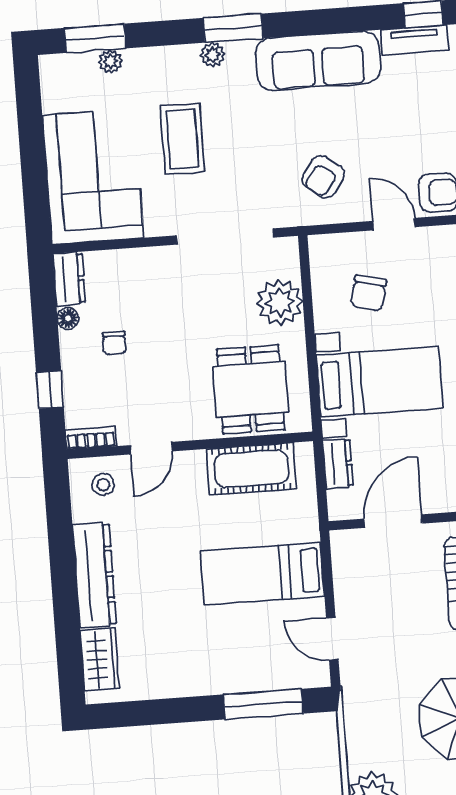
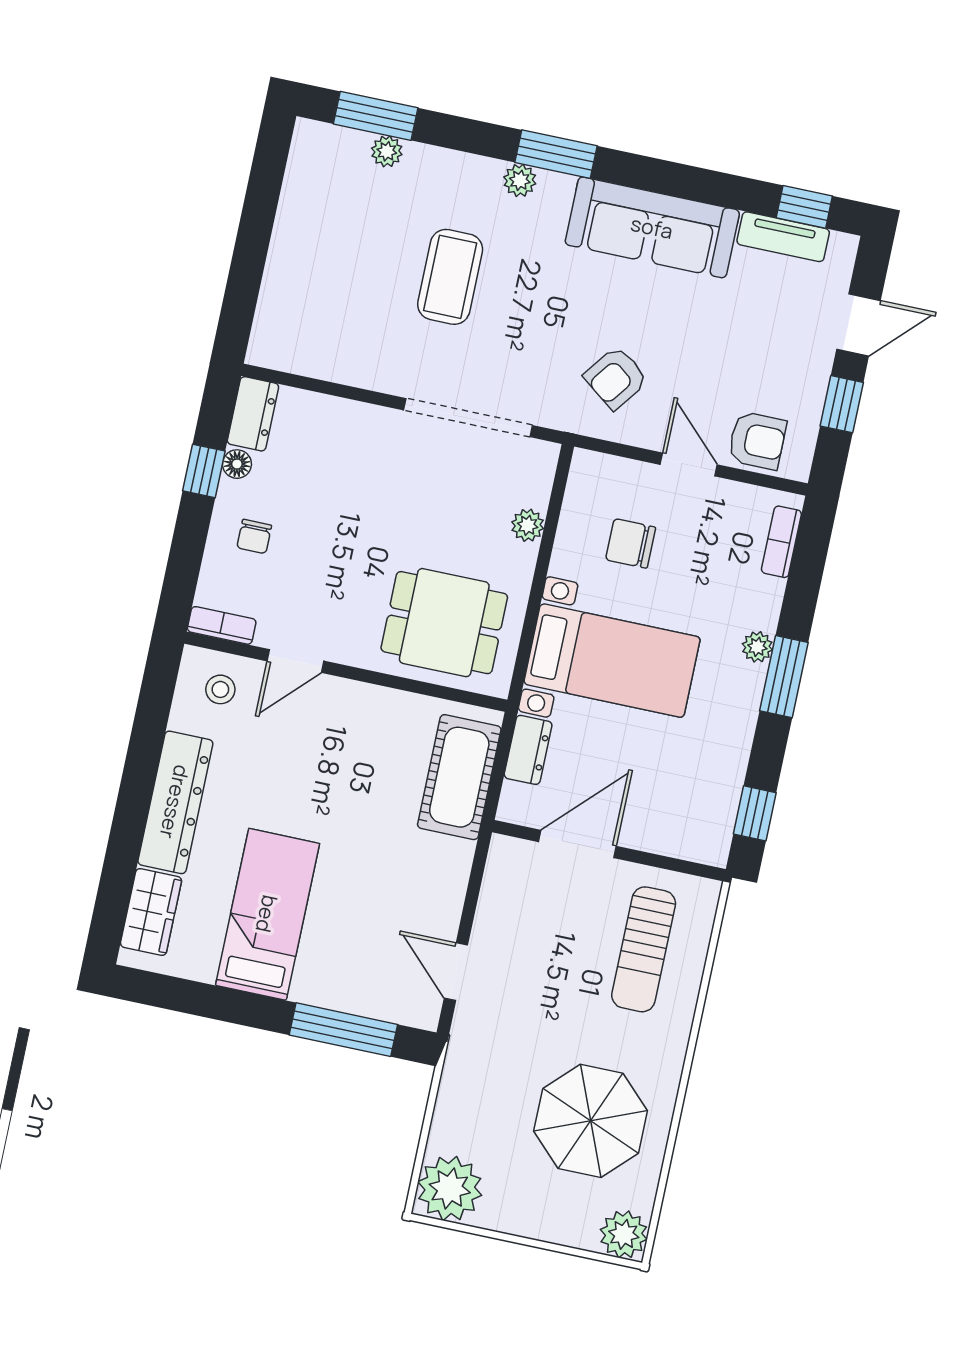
corner sofa: (93, 176) -> (322, 292), removed
chair: (369, 293) -> (631, 543), turned 76
plant: (280, 302) -> (528, 525), width x0.53, depth x0.53
chair: (114, 343) -> (254, 536), moved
dining table: (251, 389) -> (444, 623), turned 90
window: (50, 390) -> (204, 471), moved
cot: (251, 469) -> (459, 777), moved, turned 90
bed: (262, 574) -> (267, 914), moved, turned 90

